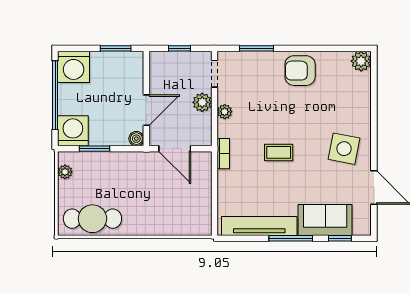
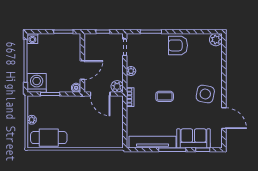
washing machine: (74, 67) -> (32, 39), width x0.53, depth x0.53
plant: (202, 102) -> (117, 86), moved
plant: (65, 172) -> (32, 120), moved

